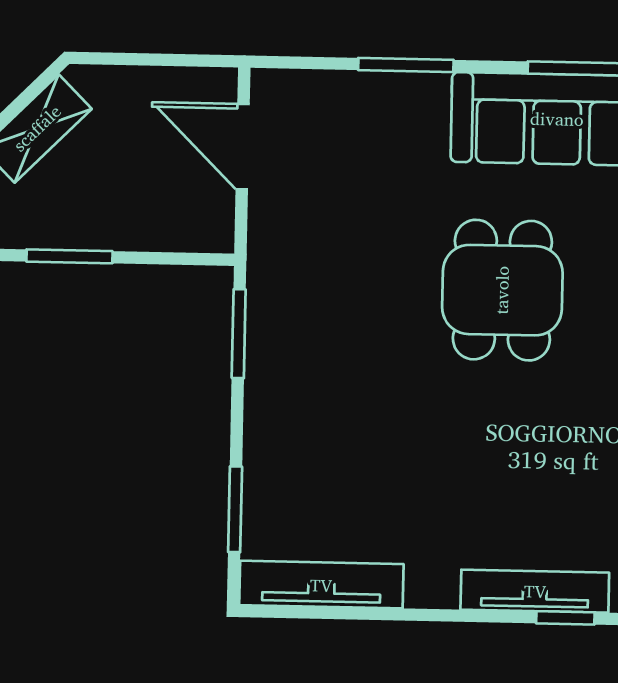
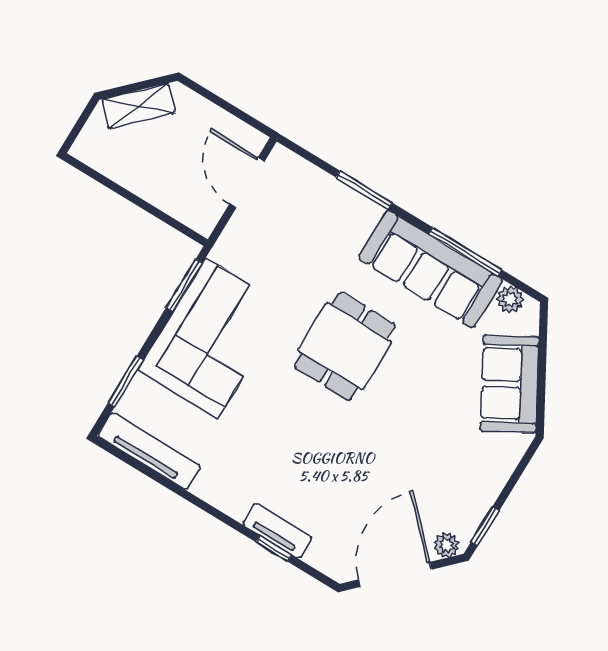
window: (69, 256) -> (115, 188), removed
corner sofa: (317, 384) -> (212, 338), added
tv unit: (535, 591) -> (277, 531), width x0.71

